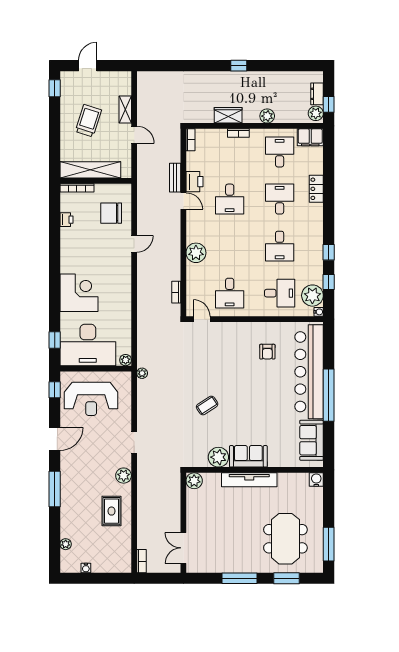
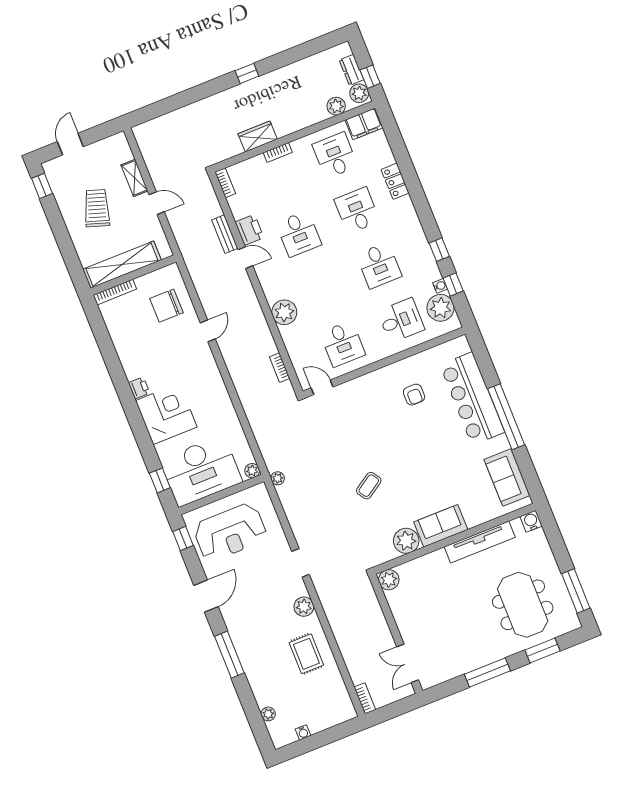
plant: (267, 116) -> (336, 106), moved
printer: (66, 220) -> (139, 388), moved
water cooler: (319, 312) -> (440, 286), moved
bar counter: (309, 372) -> (472, 399), width x0.73
tv unit: (249, 480) -> (480, 542), moved

